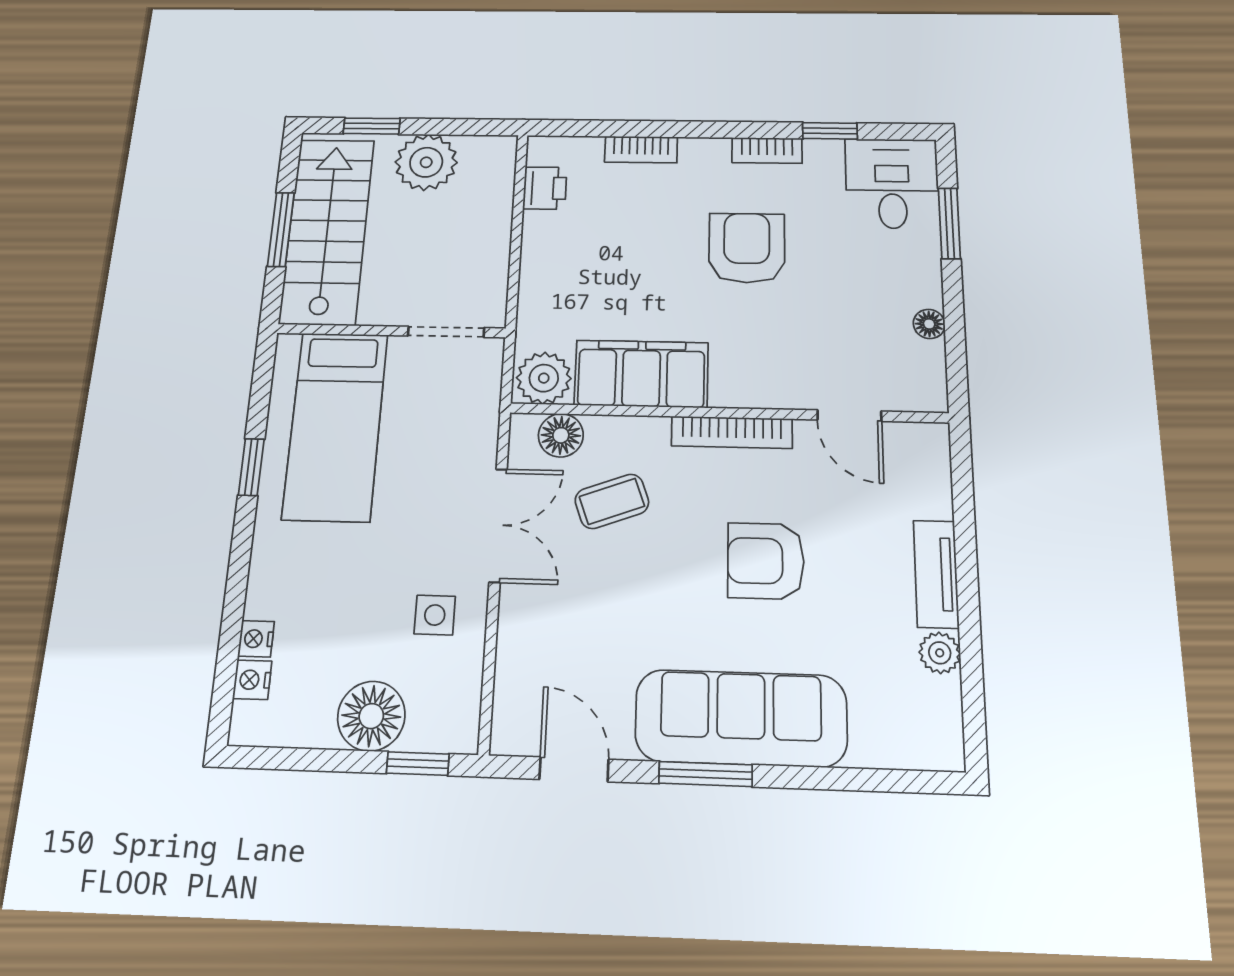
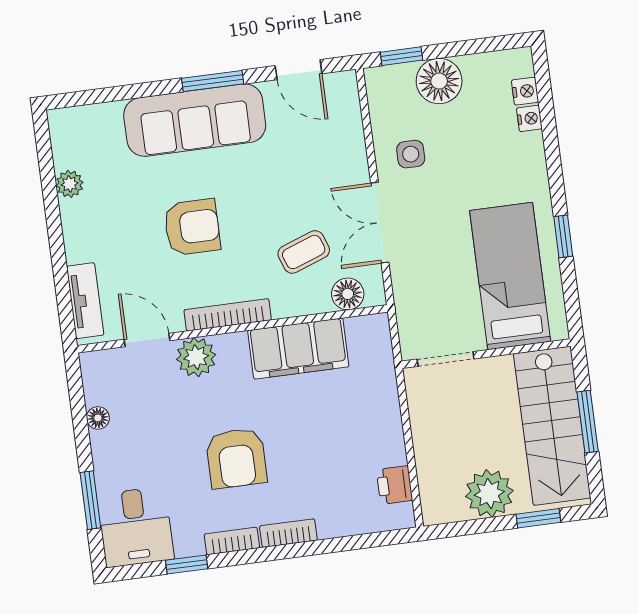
bookcase: (641, 150) -> (288, 533), moved
plant: (544, 378) -> (196, 357), moved
tv unit: (936, 574) -> (85, 301), moved

